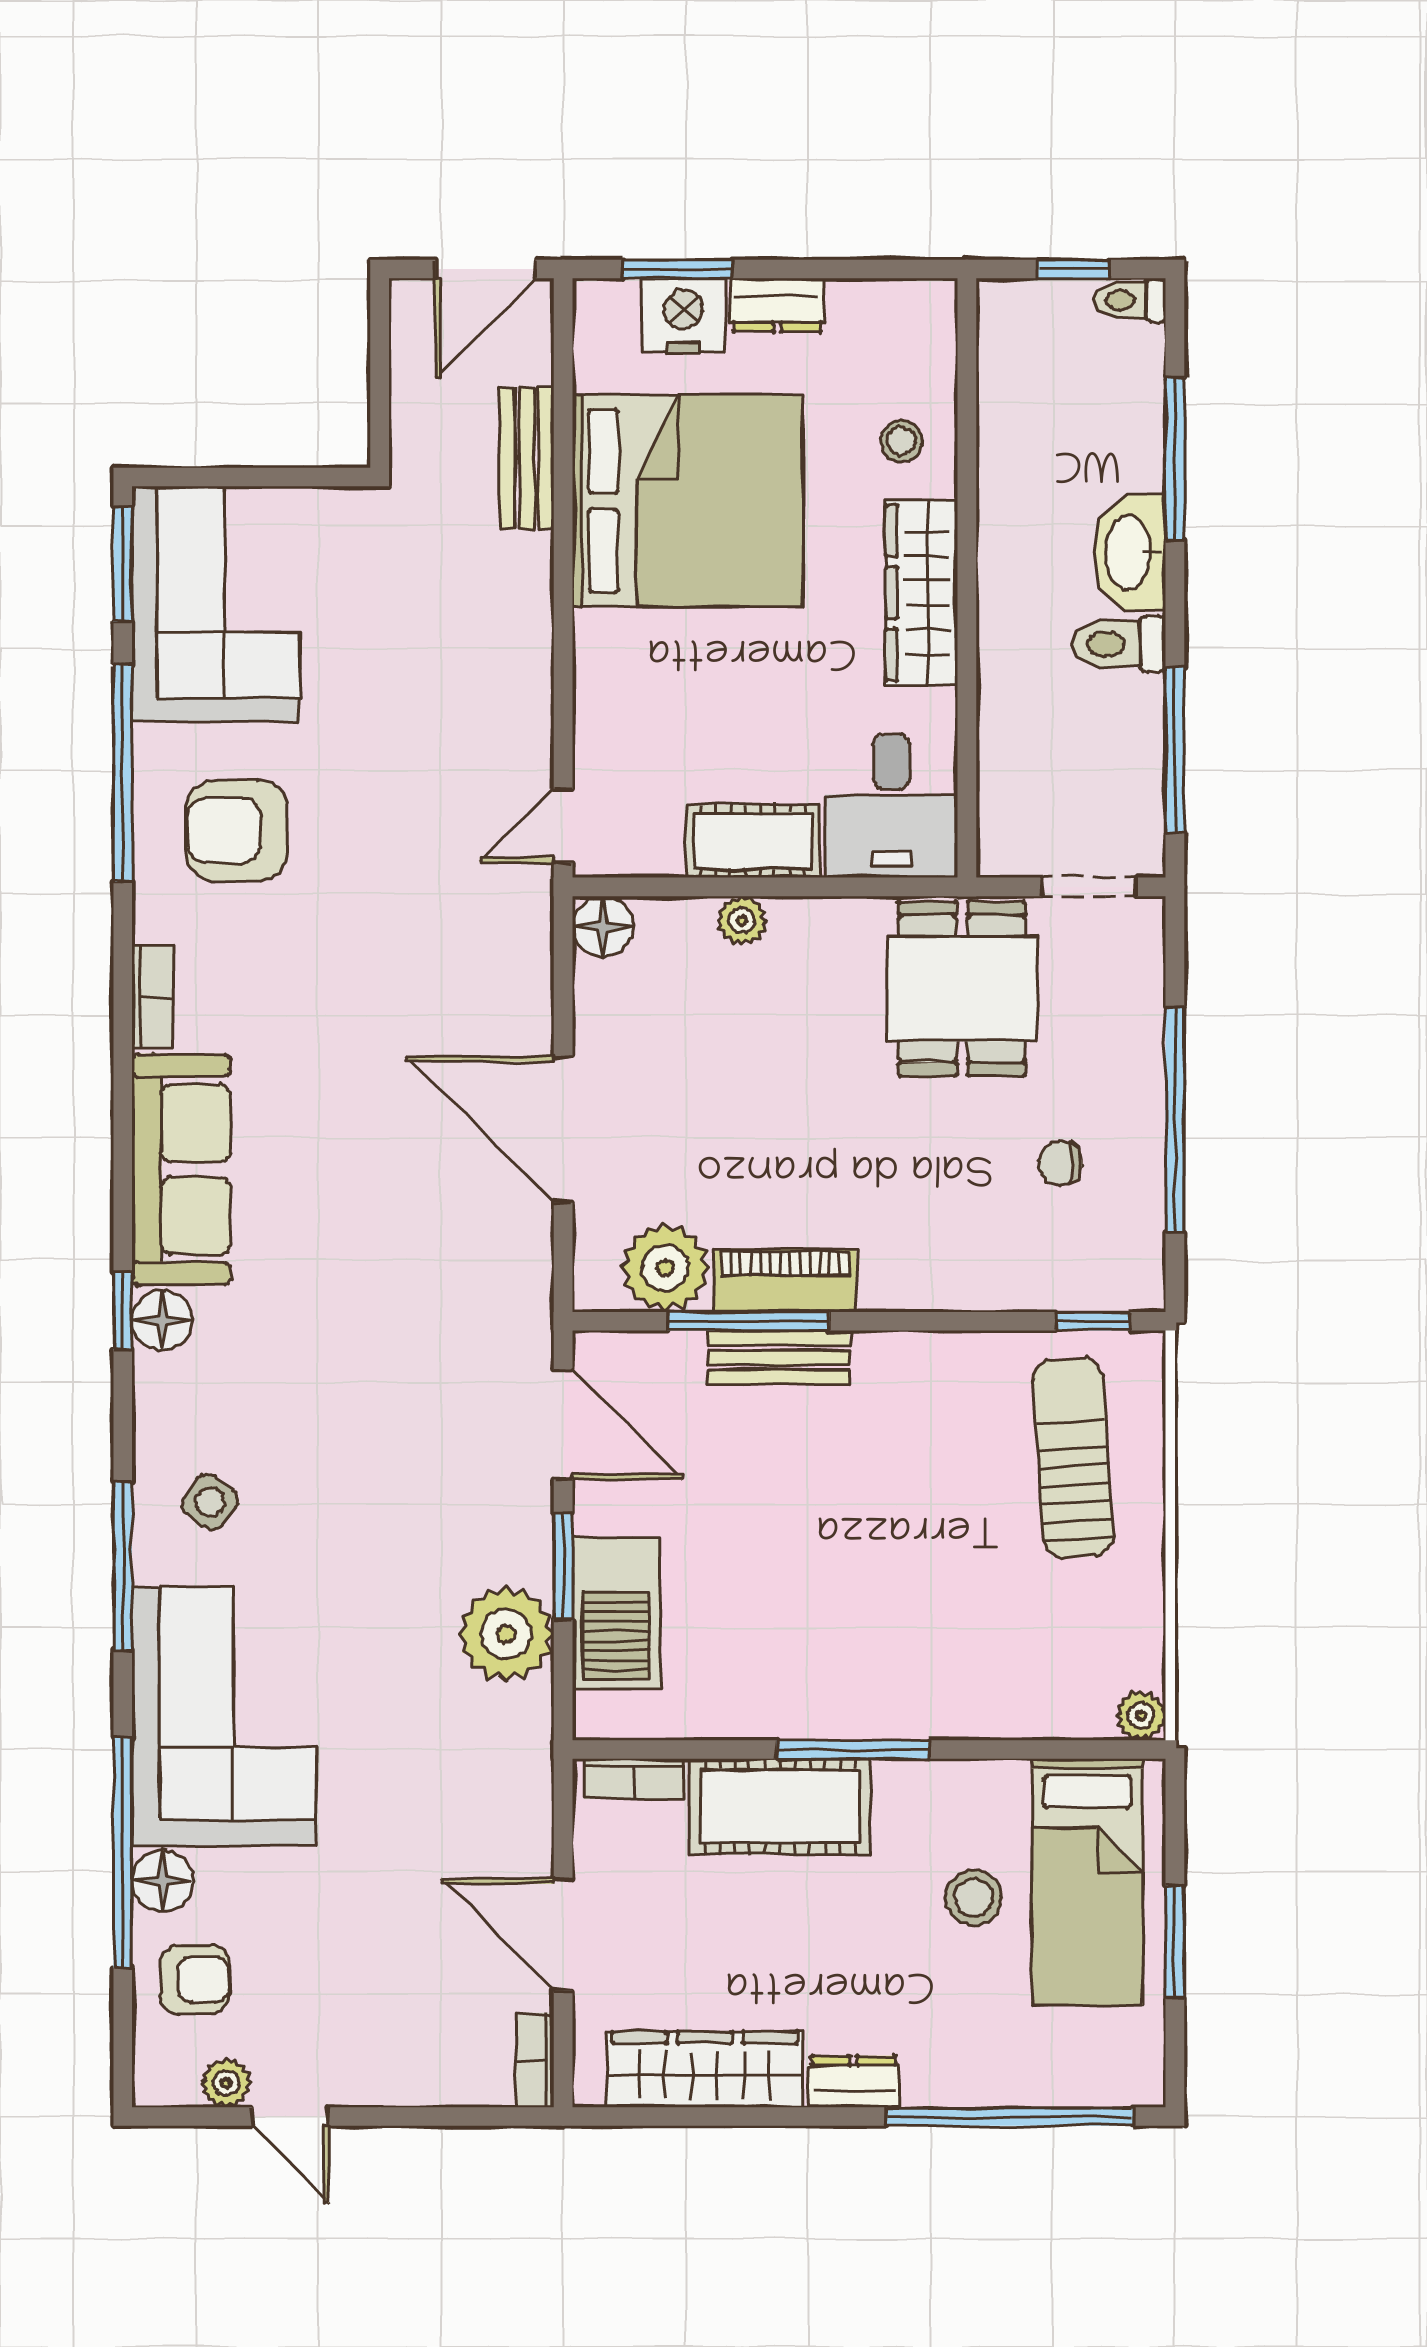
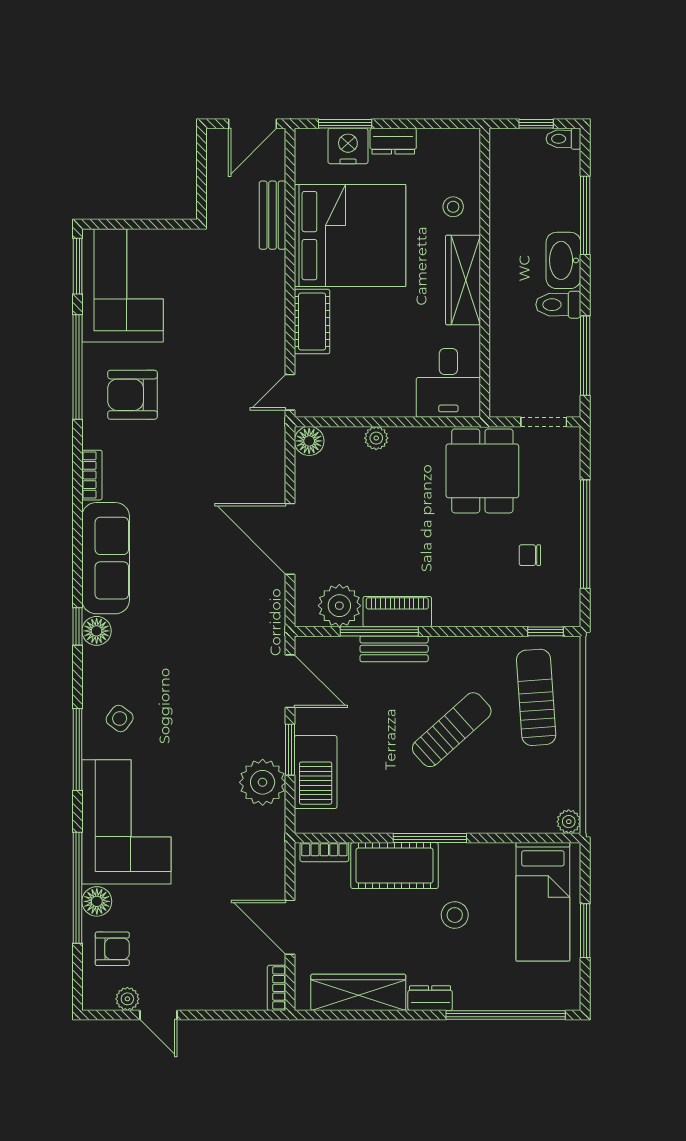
cot: (753, 841) -> (312, 322), moved, turned 90
sun lounger: (898, 1525) -> (452, 730), added
stool: (974, 1897) -> (455, 915), moved

